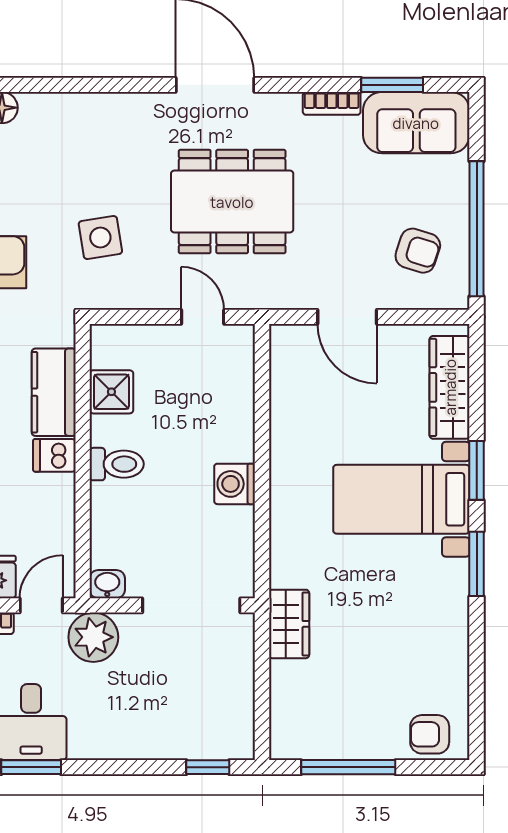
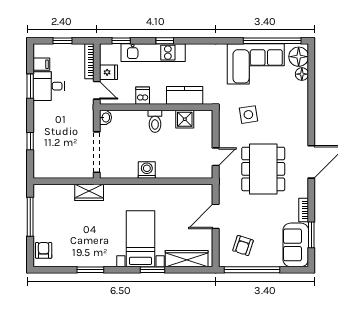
dishwasher: (54, 455) -> (143, 96), moved
window: (477, 564) -> (90, 270), moved
plant: (93, 637) -> (84, 112), removed
window: (208, 767) -> (30, 141), moved

